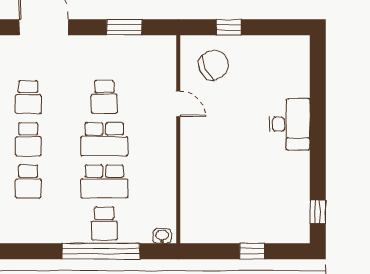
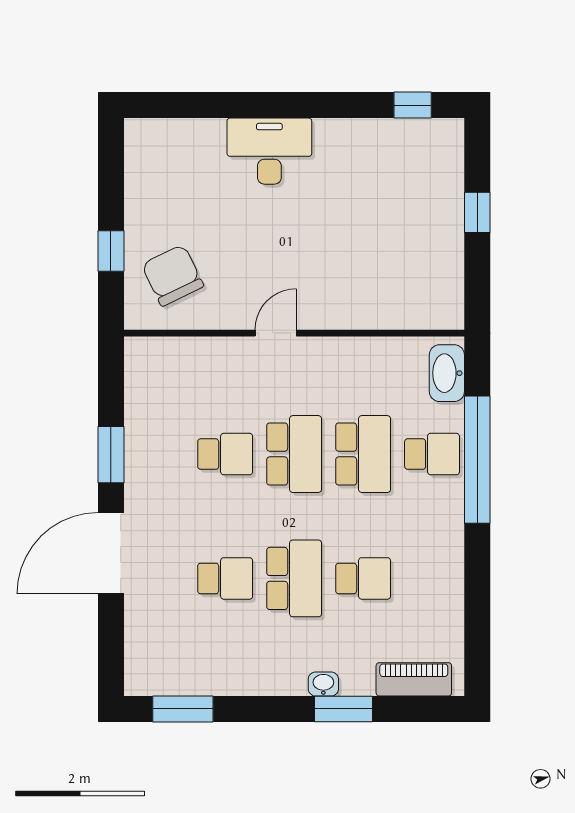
window: (124, 27) -> (111, 455), moved
door: (178, 104) -> (276, 333), moved
school desk: (28, 139) -> (294, 578), width x1.85
washbasin: (162, 236) -> (447, 373), width x1.91, depth x1.45

